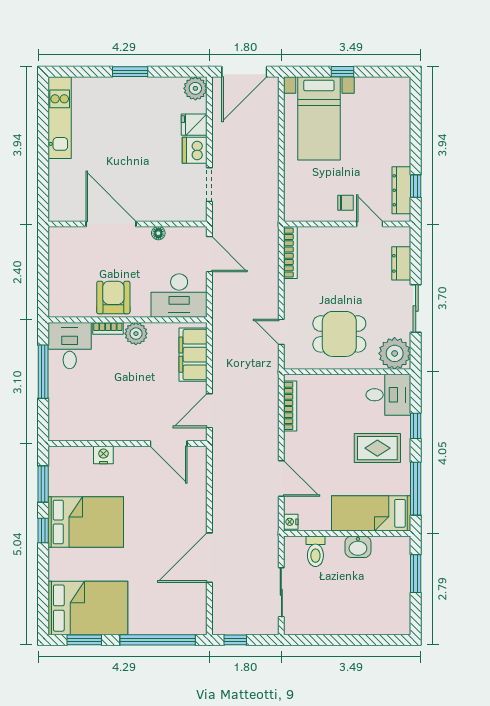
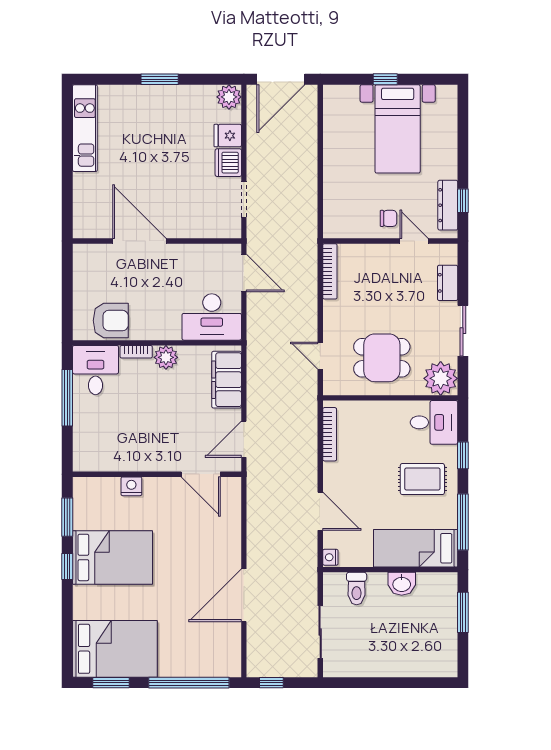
bed with nightstands: (319, 118) -> (398, 129), moved
floor lamp: (158, 233) -> (190, 251), removed
armchair: (113, 297) -> (111, 321), moved, turned 90

